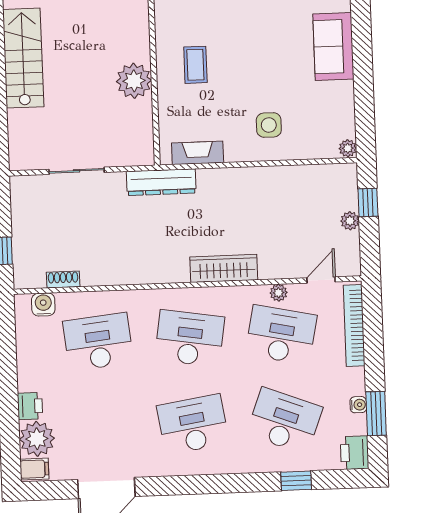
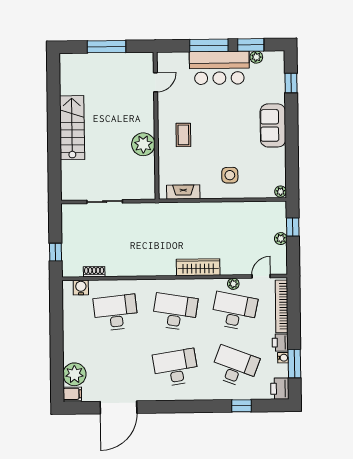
dresser: (161, 182) -> (159, 210), removed
printer: (30, 406) -> (280, 343), moved, turned 180

